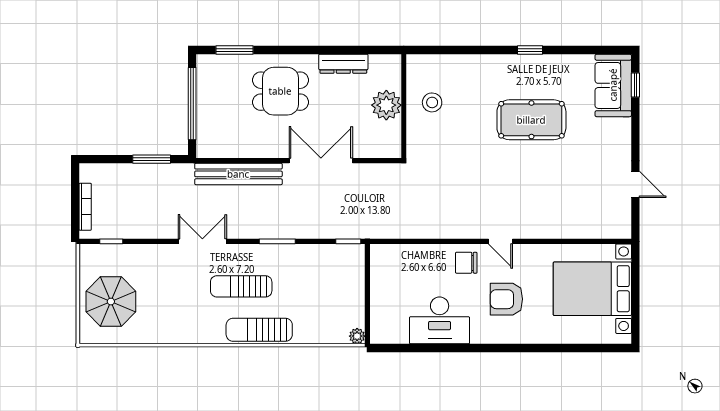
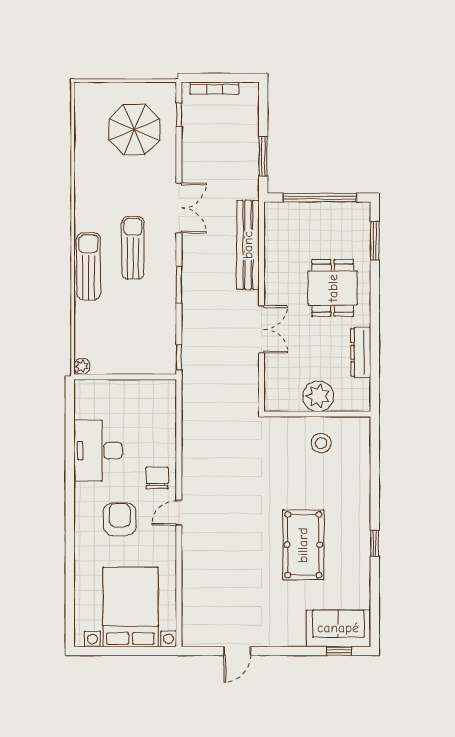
double door: (321, 161) -> (261, 329), width x0.73
parasol: (111, 302) -> (134, 130), moved

